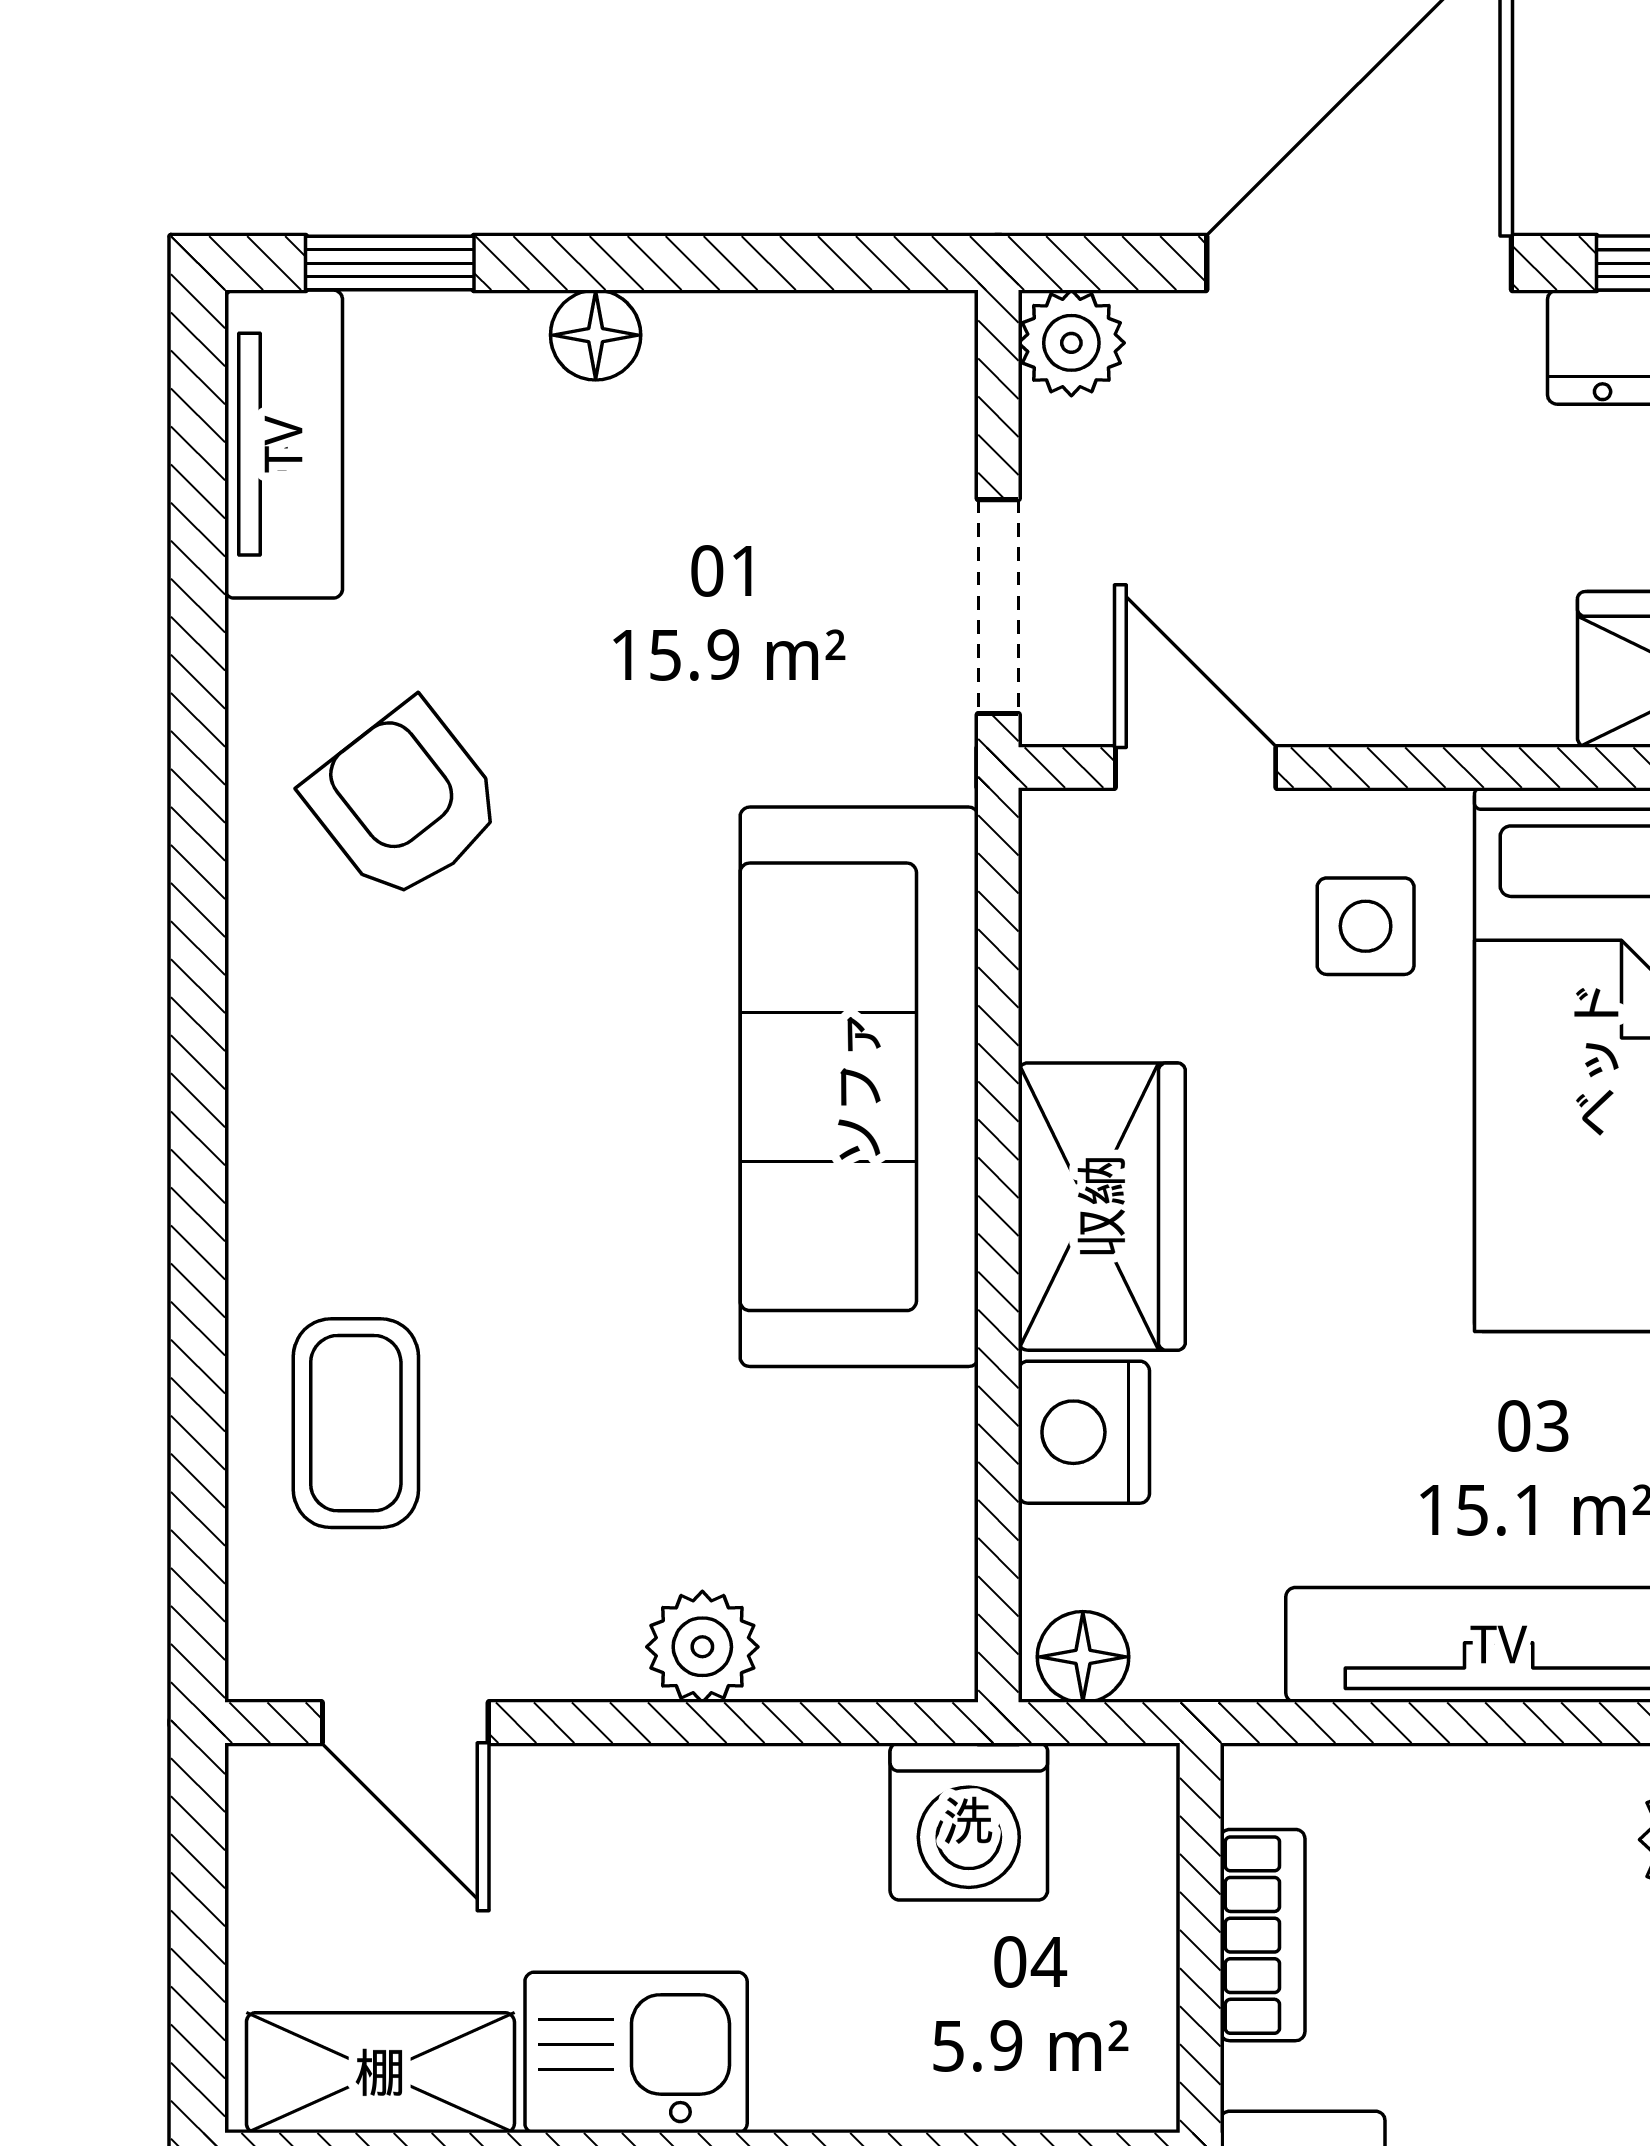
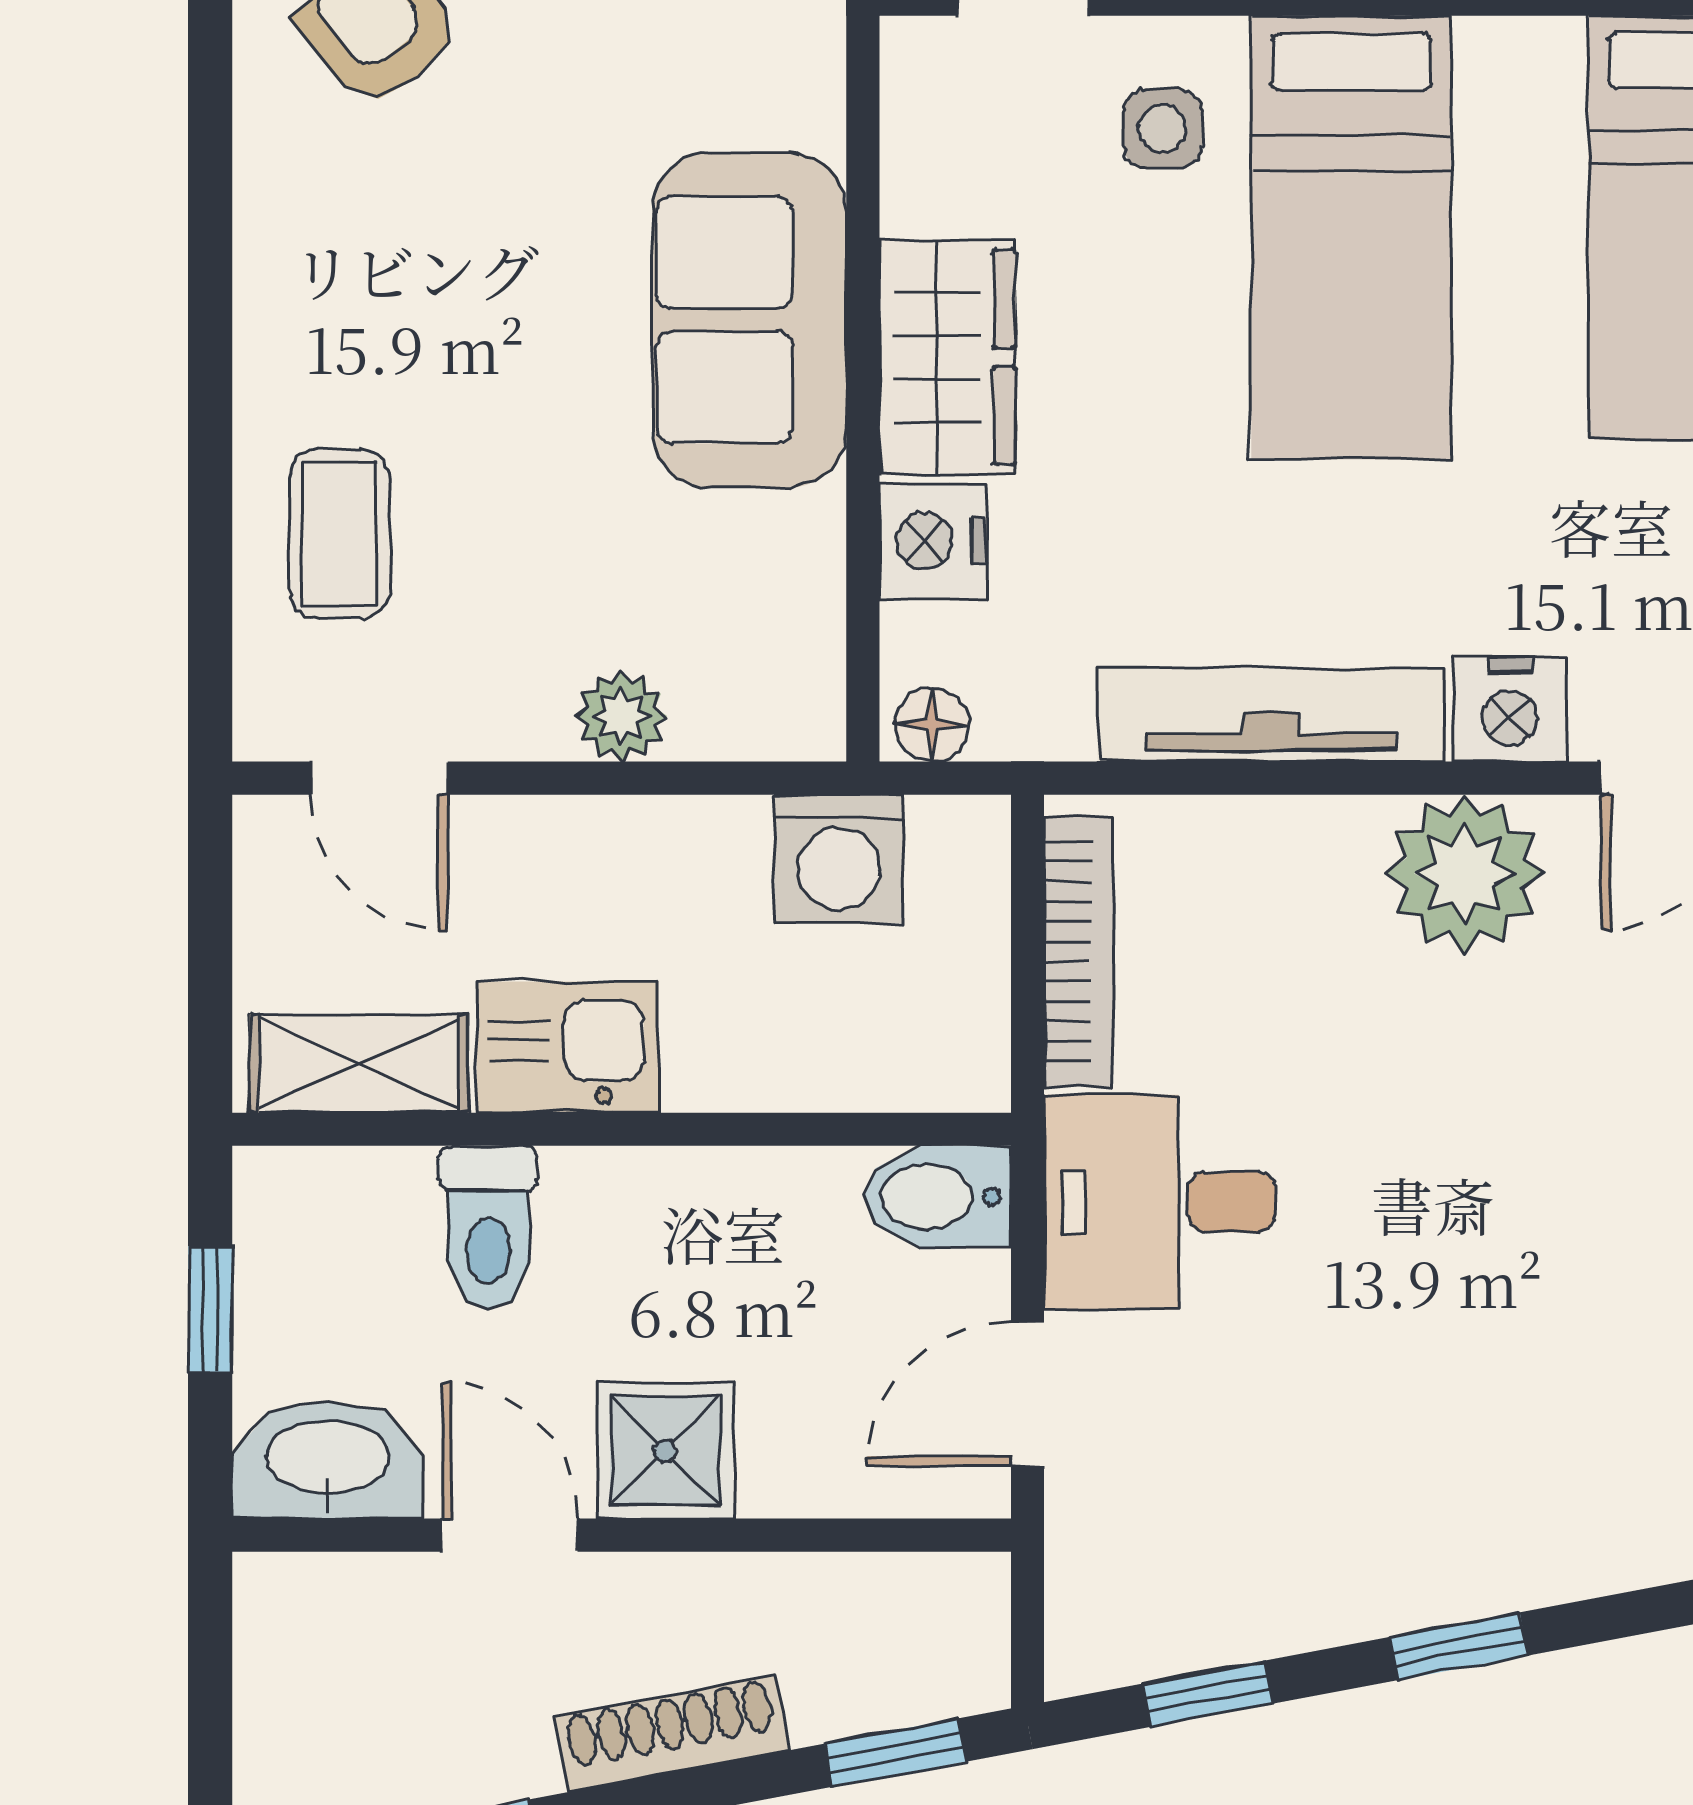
sofa: (859, 1087) -> (750, 320), width x0.73
bookcase: (1263, 1935) -> (1078, 951), width x1.56

